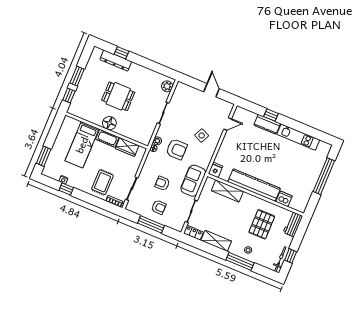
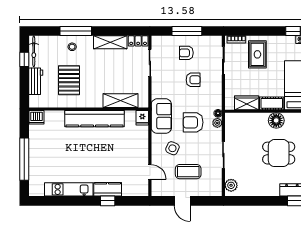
coffee table: (197, 112) -> (188, 172), added
door: (228, 124) -> (150, 172), swing flipped
sofa: (193, 181) -> (161, 116), moved
dishwasher: (284, 199) -> (37, 117), moved
workbench: (293, 224) -> (36, 81), moved

